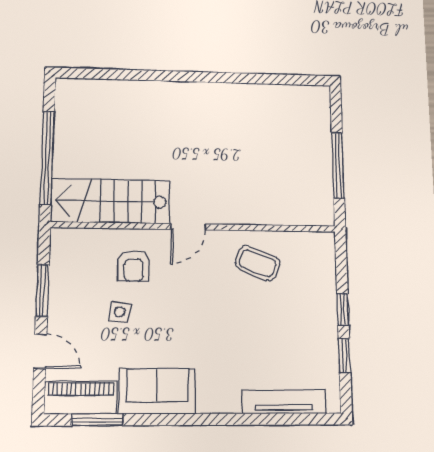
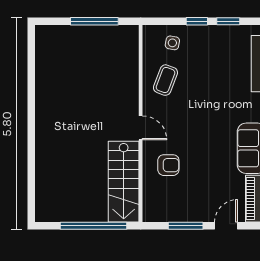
side table: (120, 312) -> (172, 43), moved

